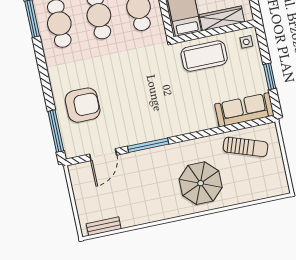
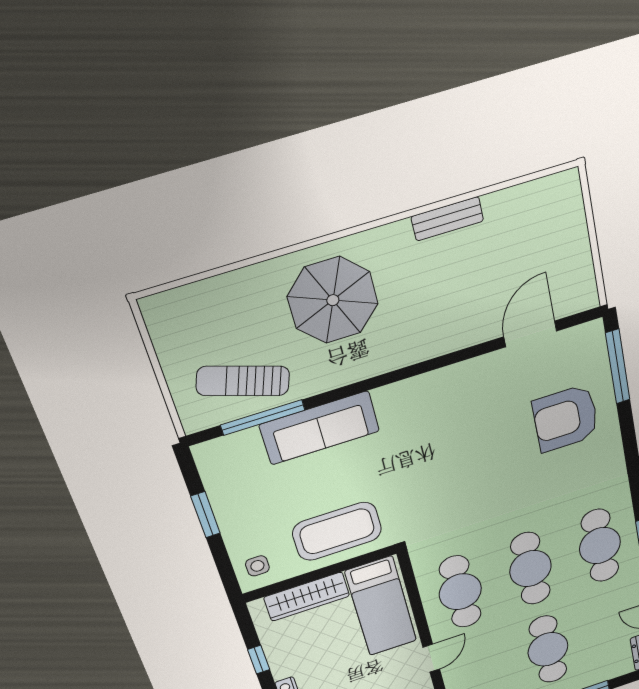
sofa: (244, 110) -> (320, 428), moved
window: (148, 145) -> (263, 417), moved
bench: (104, 226) -> (447, 219), moved

